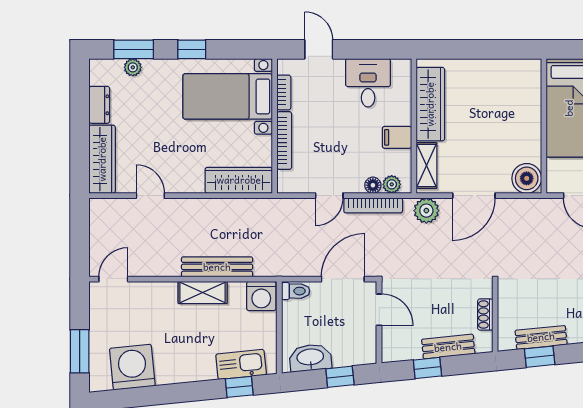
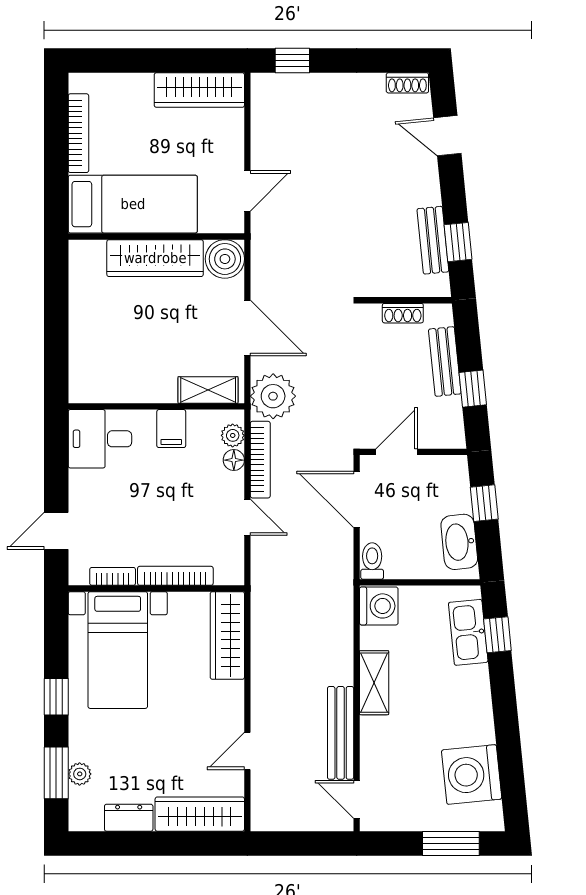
desk: (368, 83) -> (100, 439), moved
wardrobe: (430, 104) -> (155, 258), moved, turned 180
plant: (426, 211) -> (273, 396), width x1.36, depth x1.36
bench: (217, 267) -> (341, 733), moved

